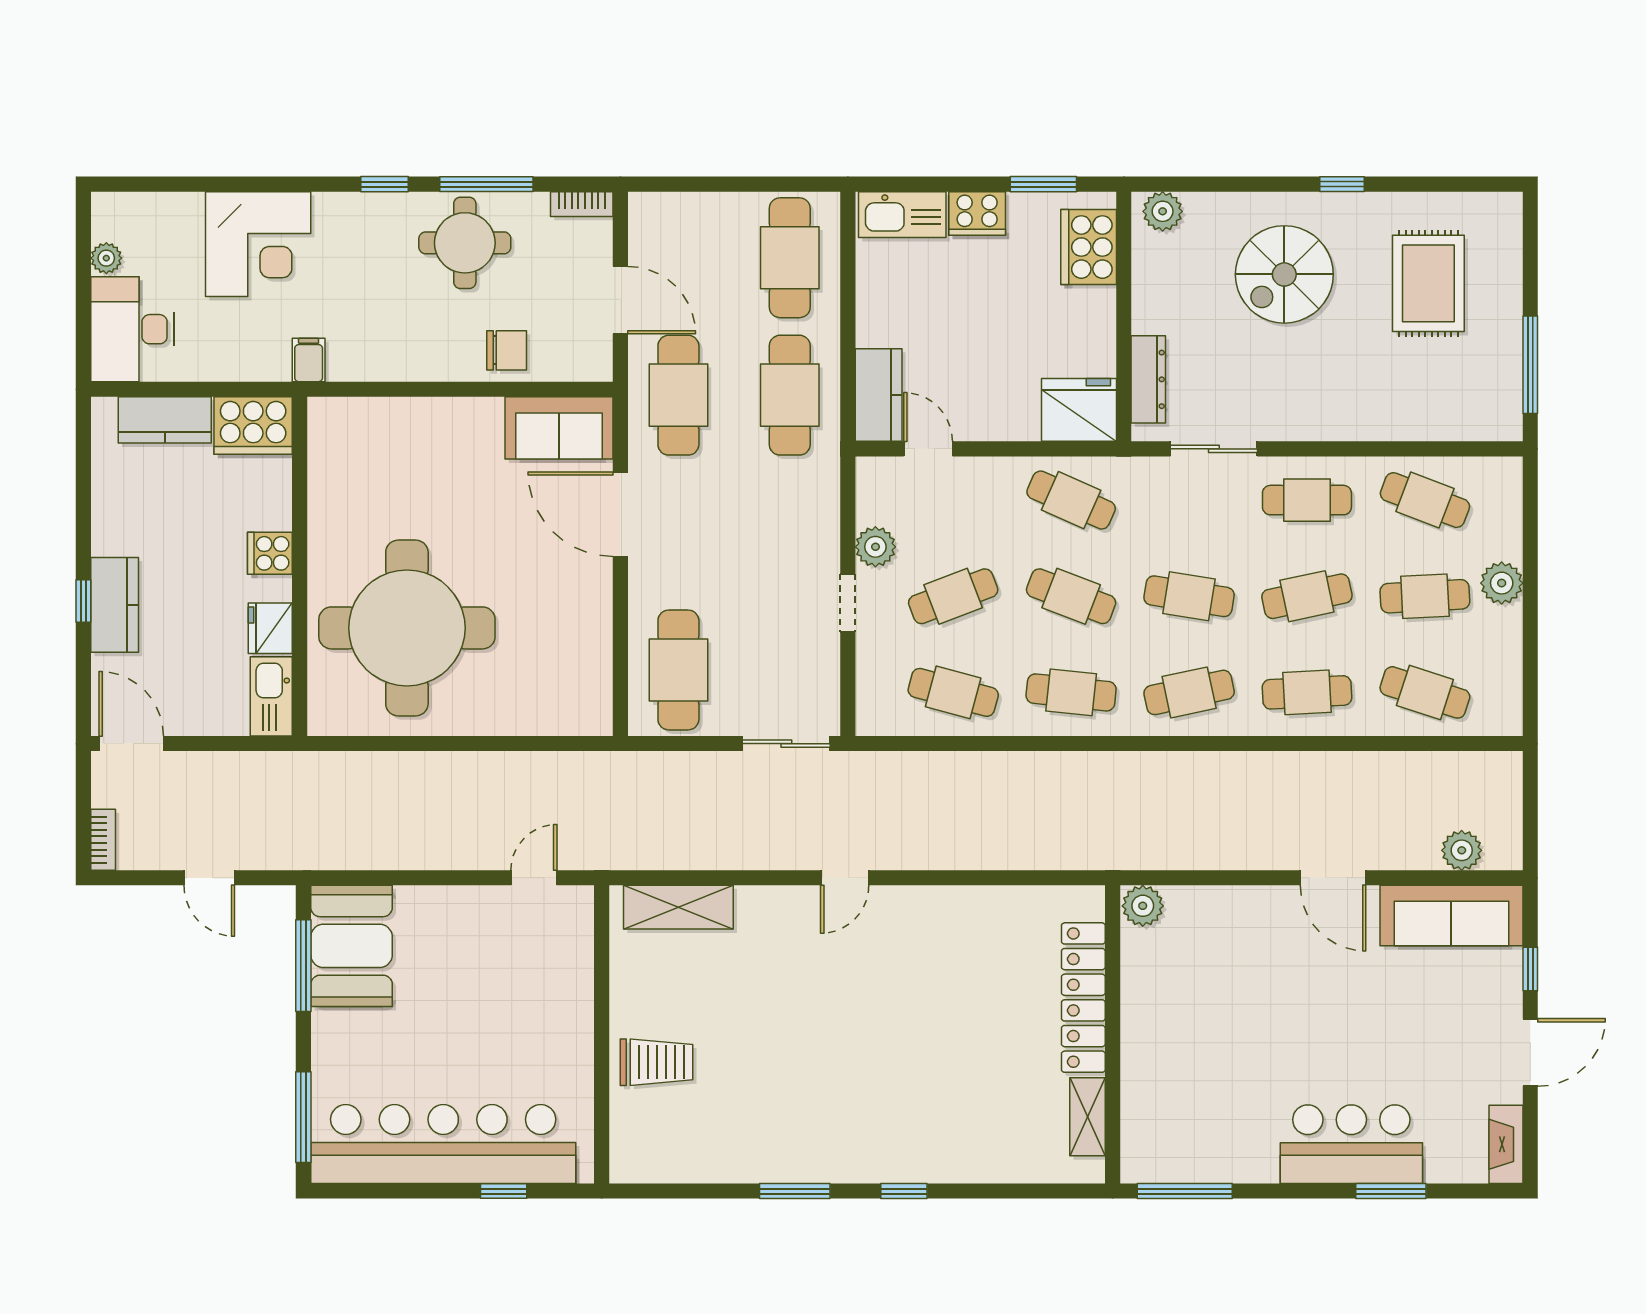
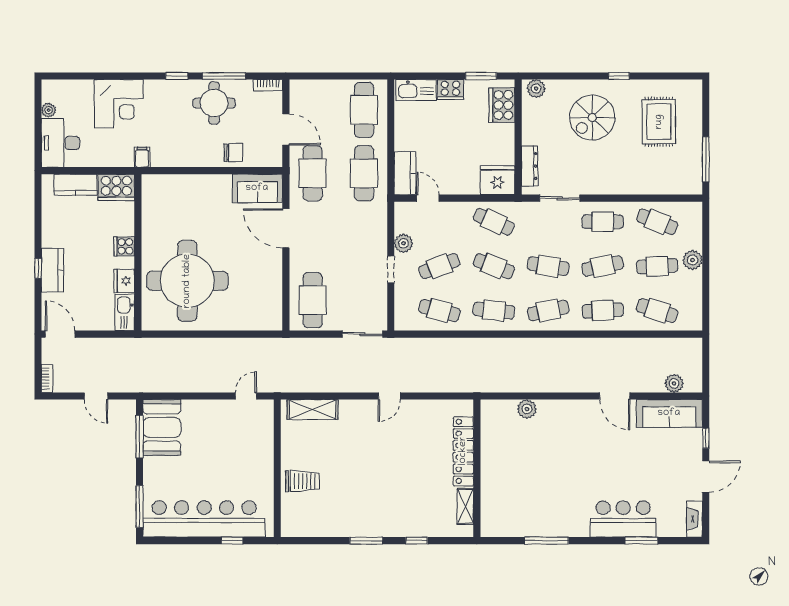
locker: (1083, 998) -> (463, 451), moved
wall: (1113, 1034) -> (477, 468), moved
shelving: (1088, 1117) -> (465, 506), moved

